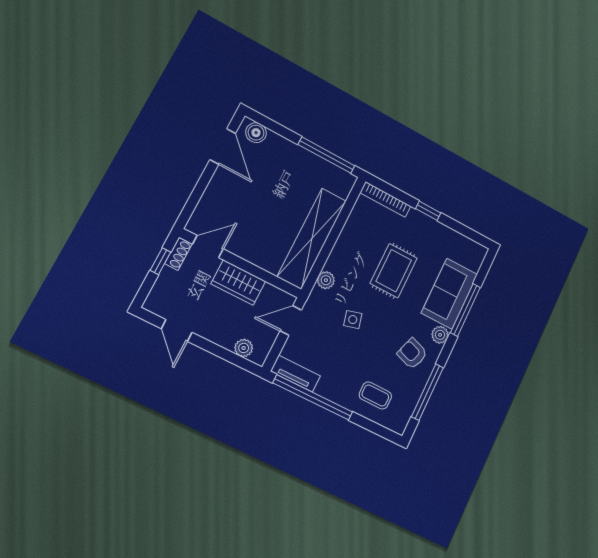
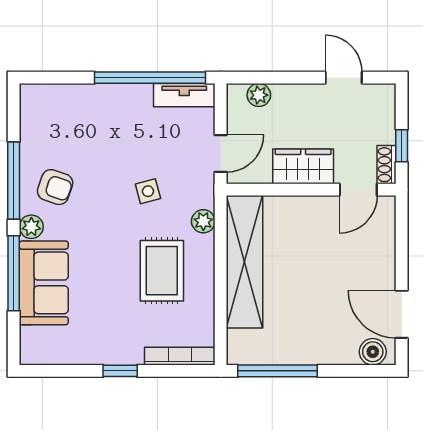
rug: (394, 271) -> (162, 271), moved
window: (427, 392) -> (14, 181), moved
coffee table: (375, 395) -> (76, 116), removed

